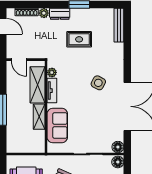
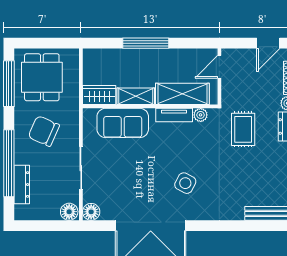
rug: (79, 39) -> (243, 129), moved
wardrobe: (38, 142) -> (99, 95), added

